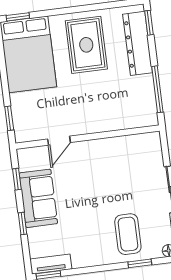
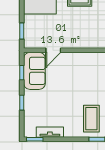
sofa: (38, 198) -> (34, 71), moved
tv unit: (51, 264) -> (50, 132), moved

